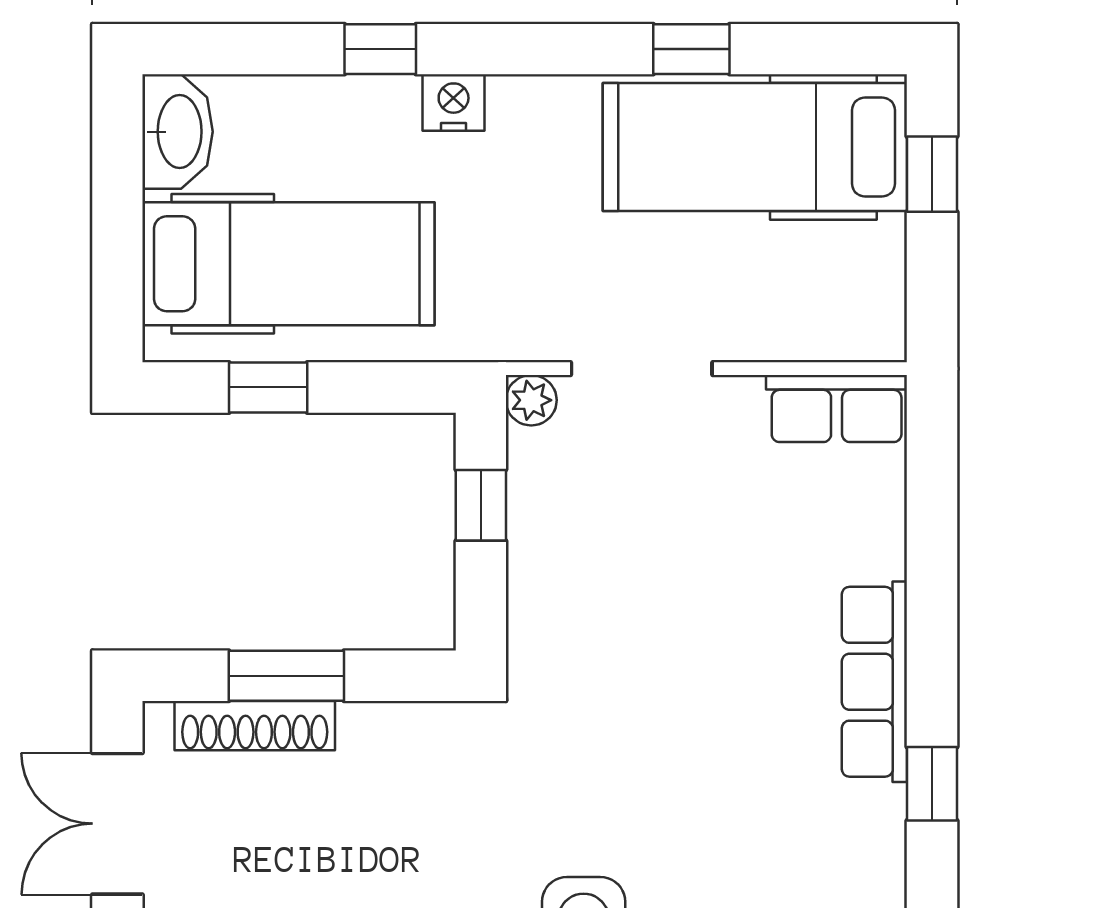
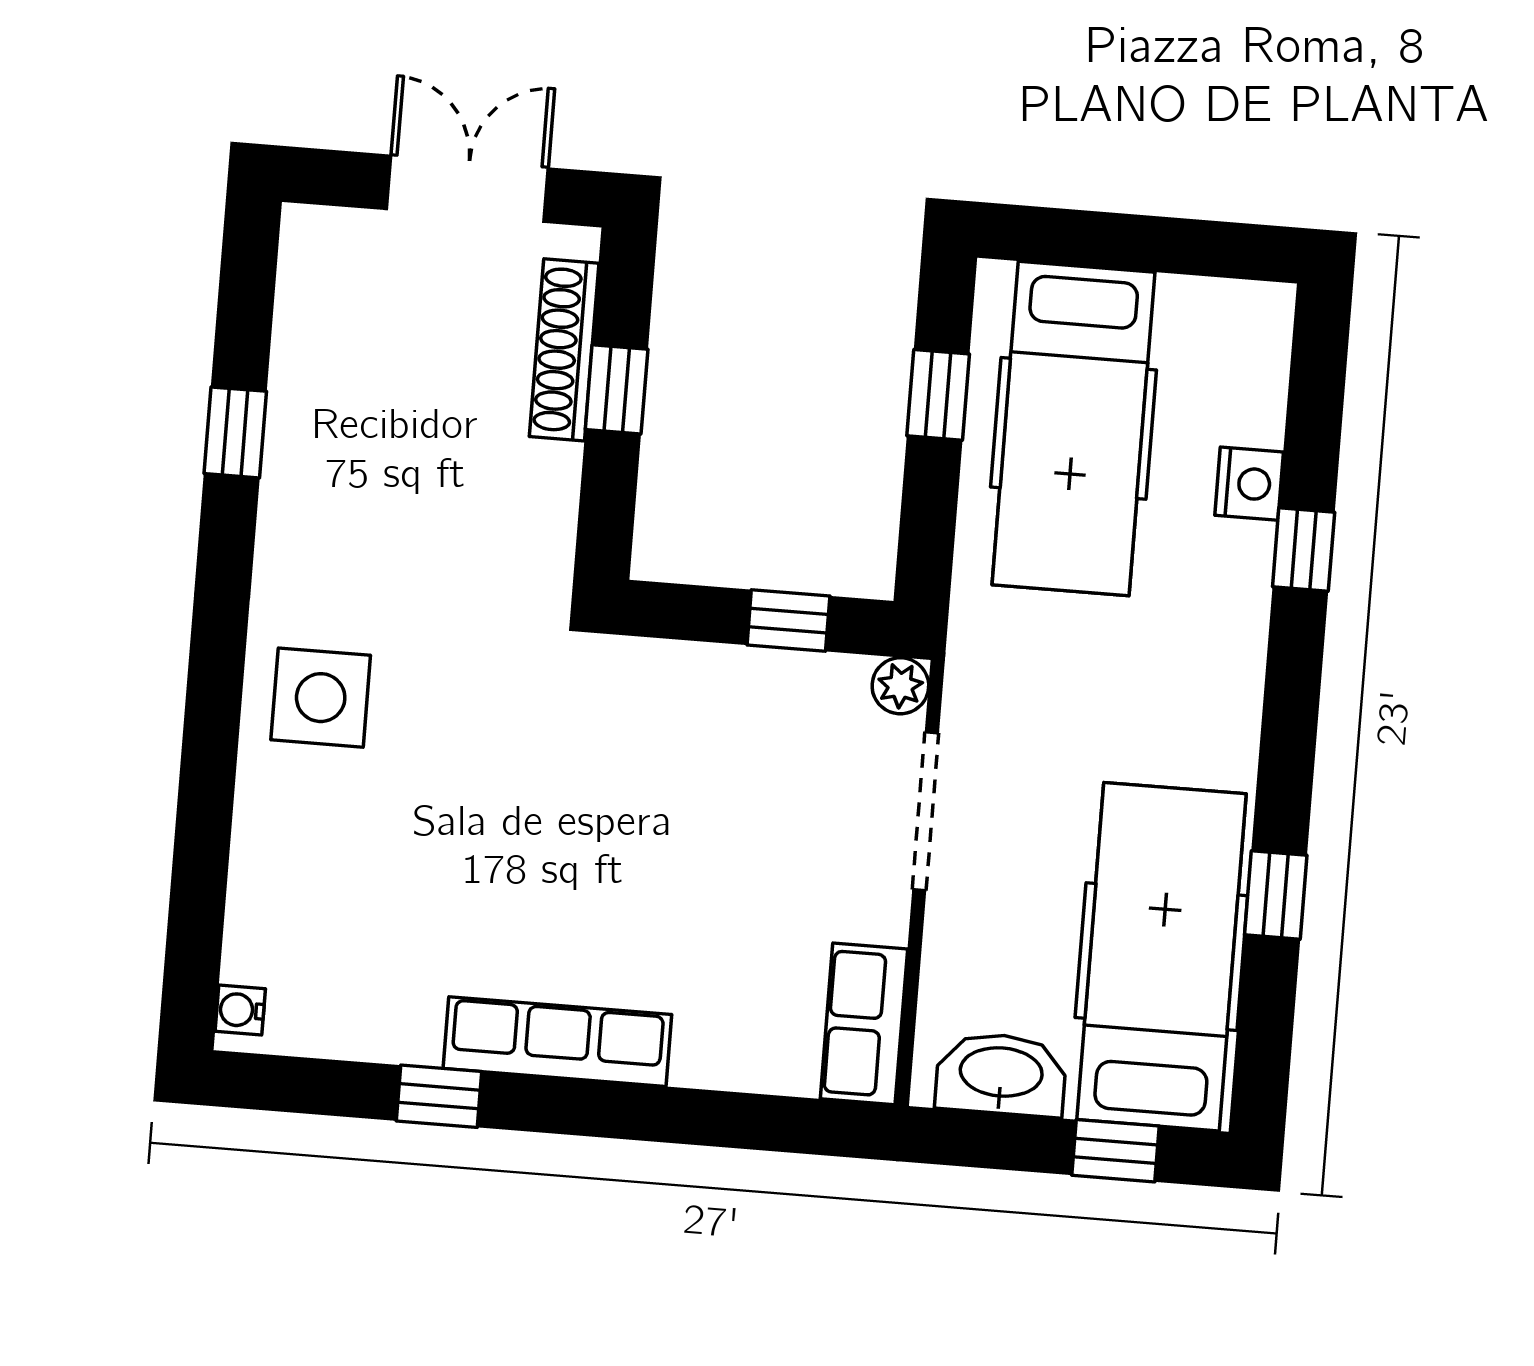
nightstand: (454, 103) -> (1249, 484), moved
washbasin: (178, 132) -> (1001, 1074), moved, turned 180
window: (286, 676) -> (617, 389), width x0.67

